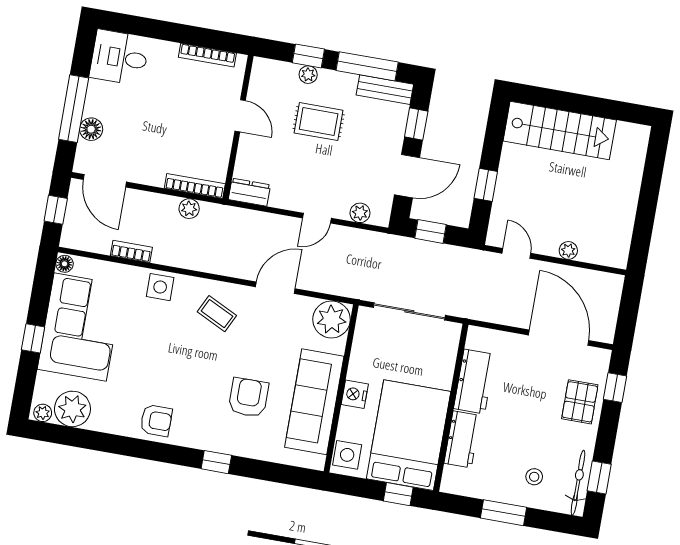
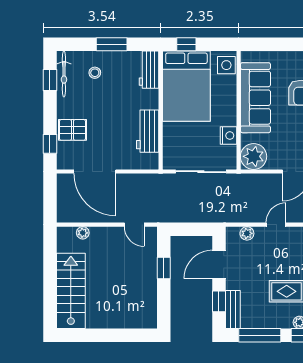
bench: (385, 90) -> (233, 310), moved, turned 90
stairs: (560, 131) -> (71, 291), moved, turned 90
window: (431, 231) -> (196, 229), removed
plant: (568, 250) -> (83, 233), moved
nightstand: (355, 394) -> (228, 136), moved
pallet: (580, 402) -> (72, 130), turned 90
workbench: (462, 439) -> (149, 70), moved

